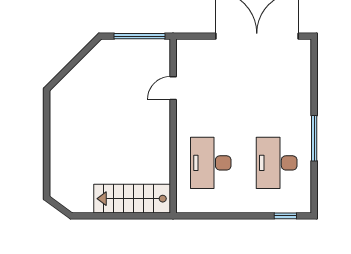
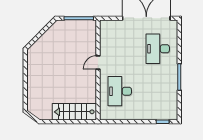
door: (173, 88) -> (98, 62), moved
desk: (277, 163) -> (158, 49), moved

